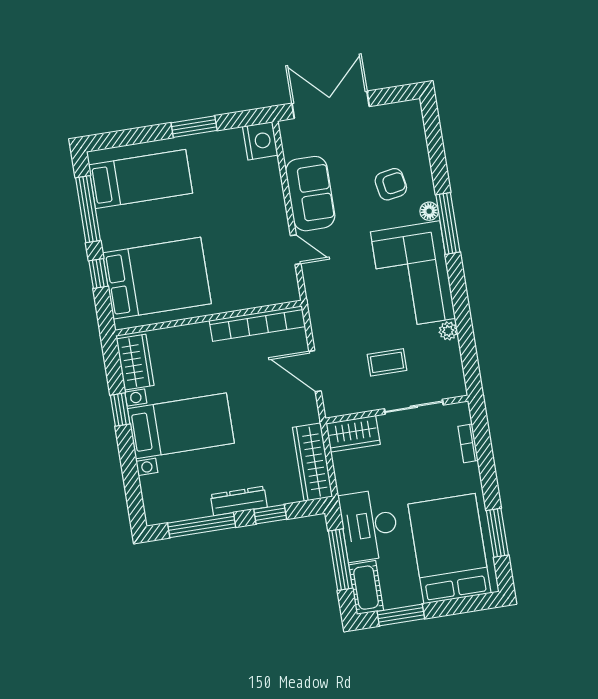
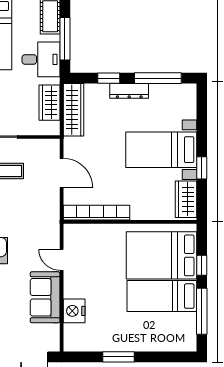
nightstand: (260, 141) -> (74, 311), moved
bed: (140, 179) -> (162, 296), moved
wardrobe: (353, 434) -> (49, 103), moved, turned -90
desk: (369, 525) -> (41, 59), width x0.73

